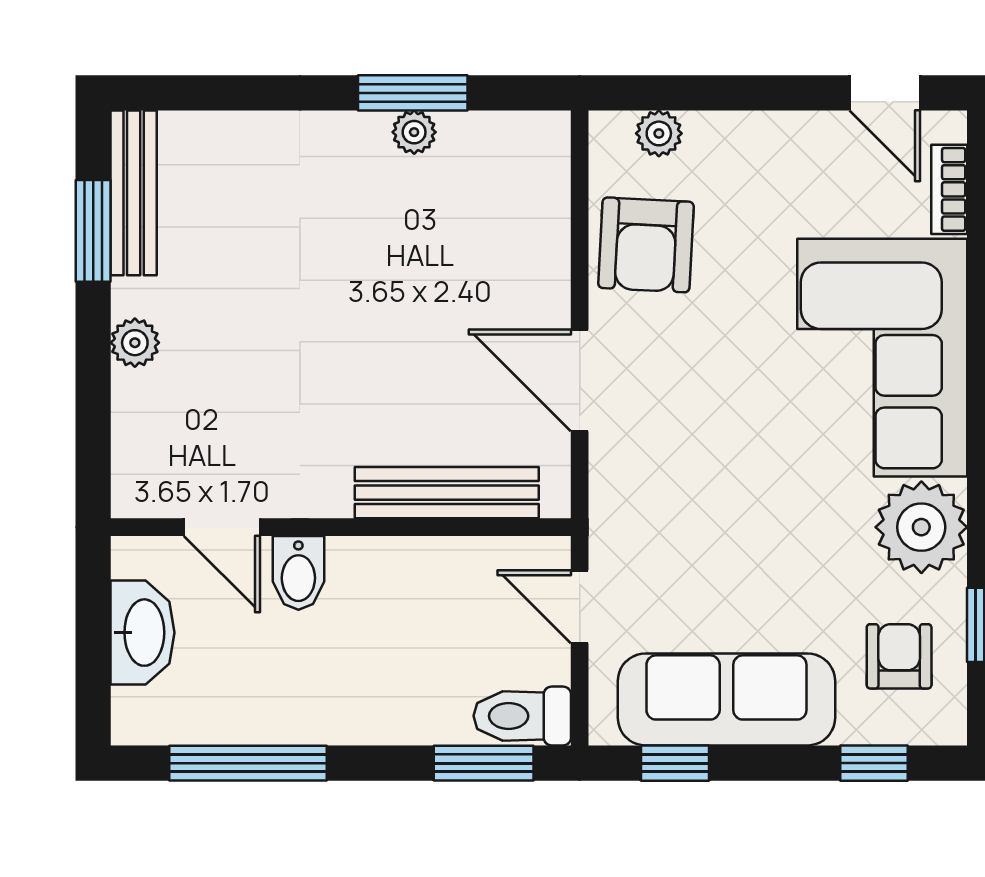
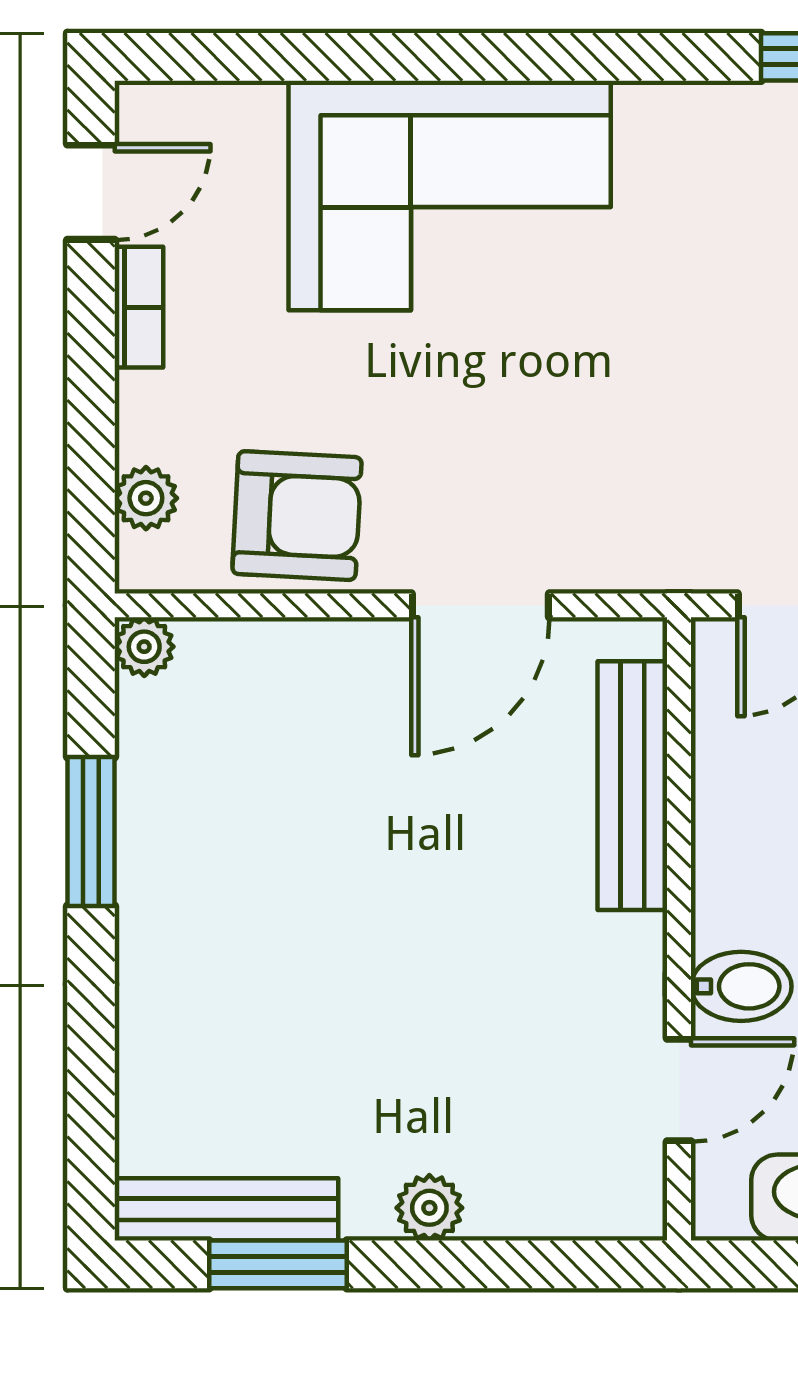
plant: (414, 132) -> (144, 647), moved
bookcase: (949, 189) -> (139, 307), moved, turned -90
plant: (921, 527) -> (679, 143), removed

